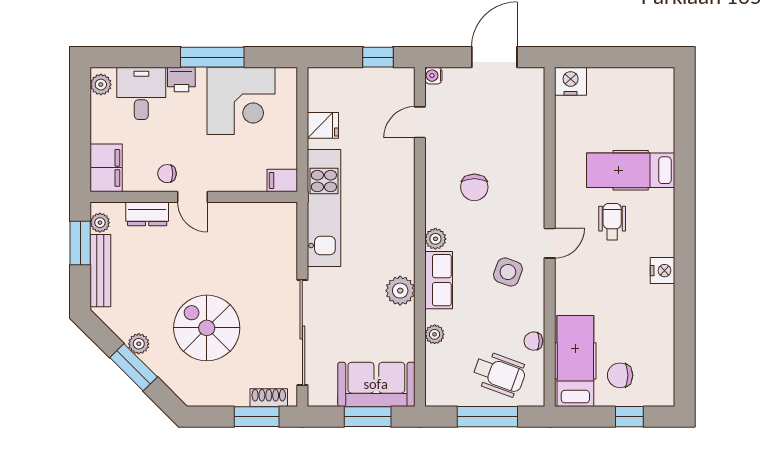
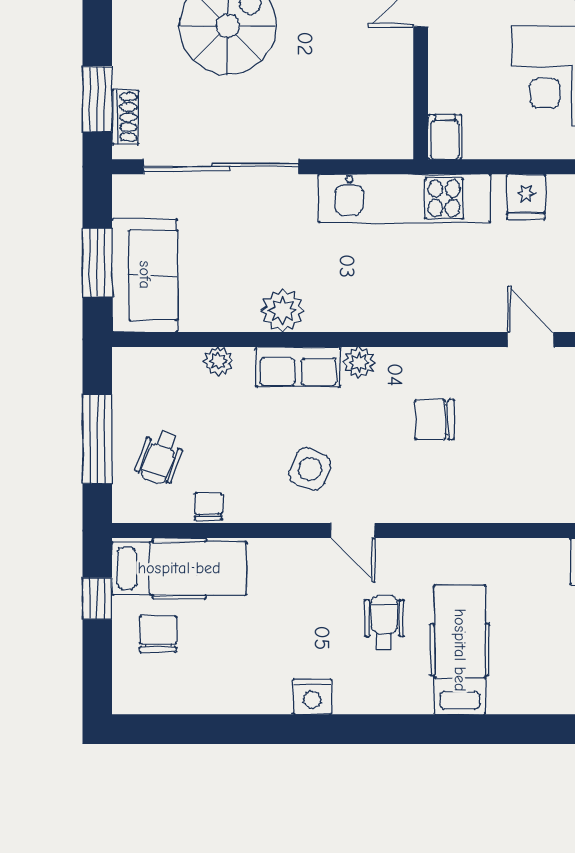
wheelchair: (612, 222) -> (384, 623), turned -90
wheelchair: (499, 374) -> (160, 456), width x0.73, depth x0.73
window: (629, 417) -> (97, 599), moved

